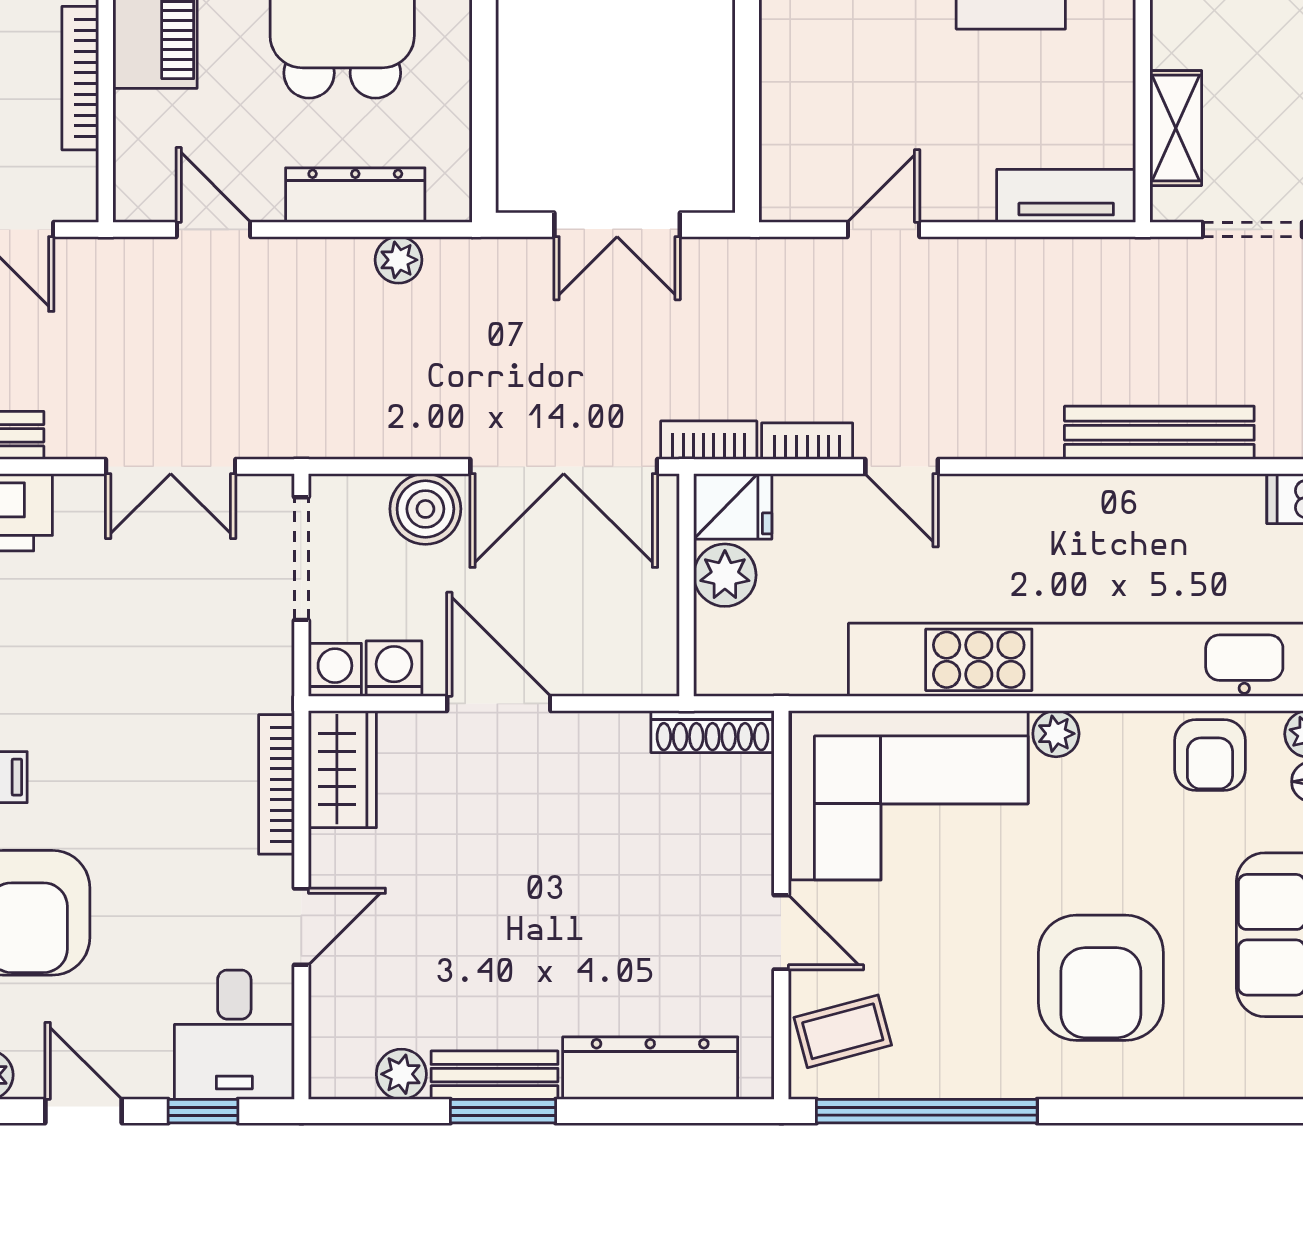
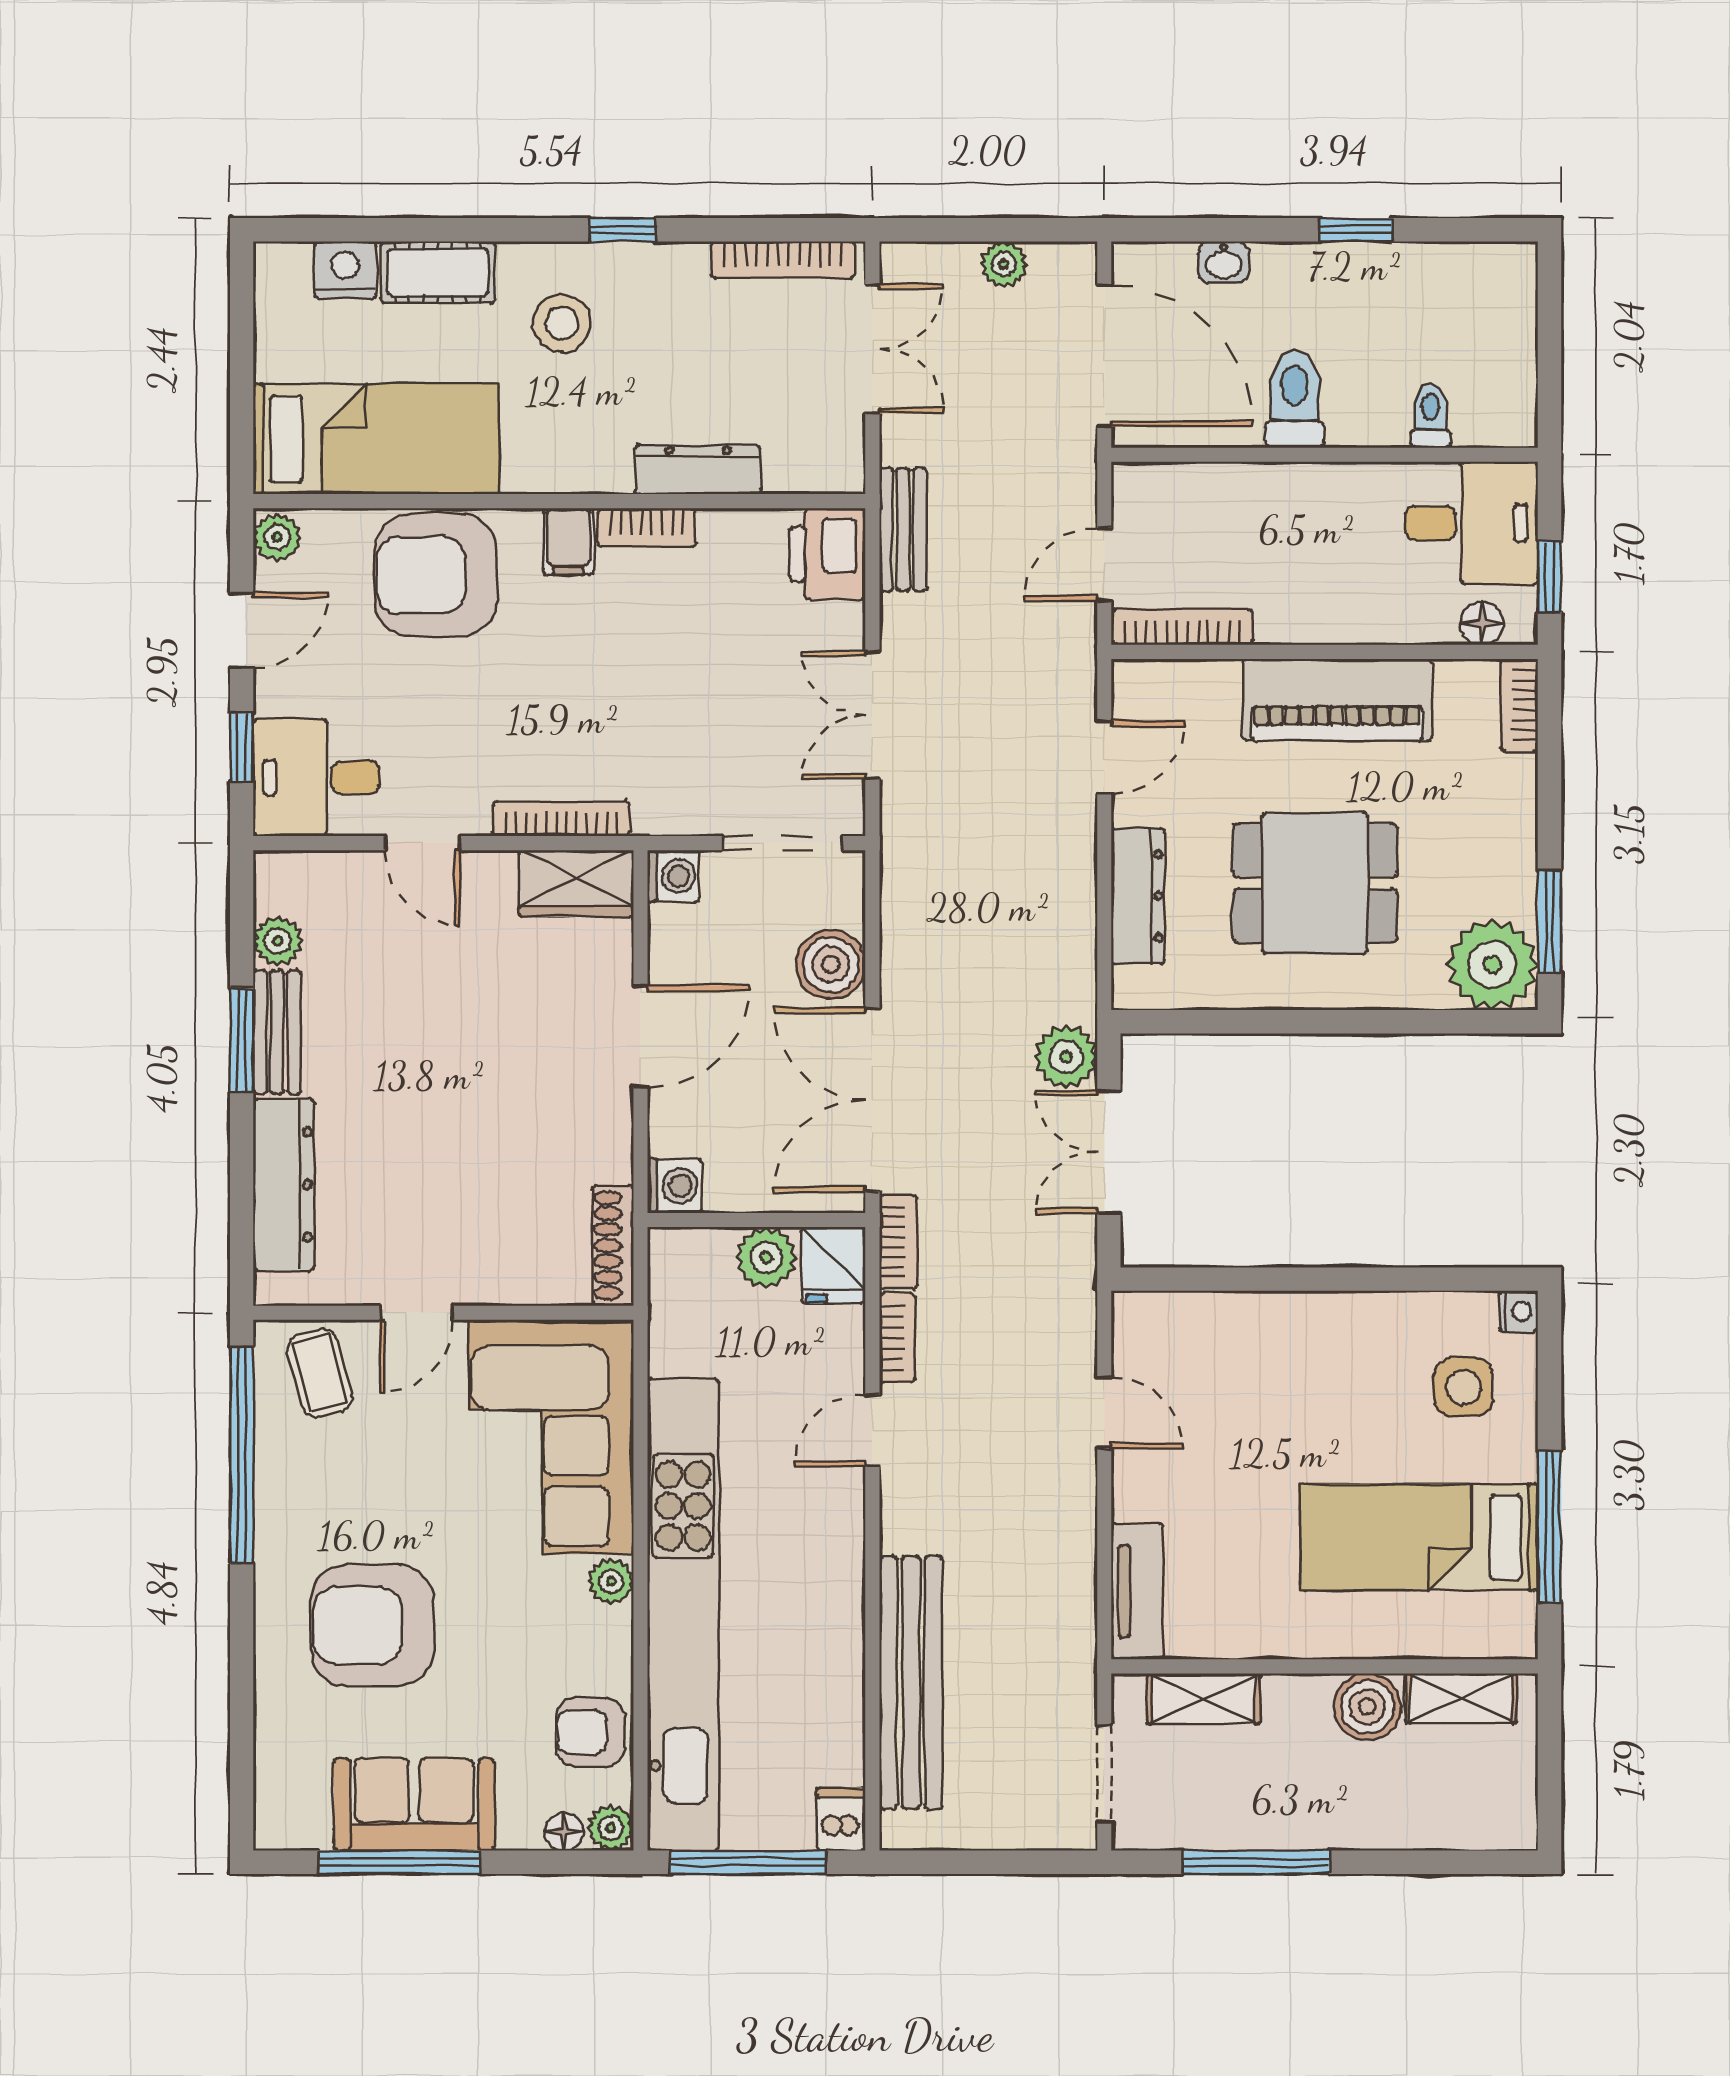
bookcase: (80, 78) -> (1182, 627), moved
plant: (399, 260) -> (1066, 1057), moved, width x1.38, depth x1.38
bench: (1159, 433) -> (911, 1683), width x1.37, depth x1.21
washing machine: (394, 669) -> (675, 1186), moved

